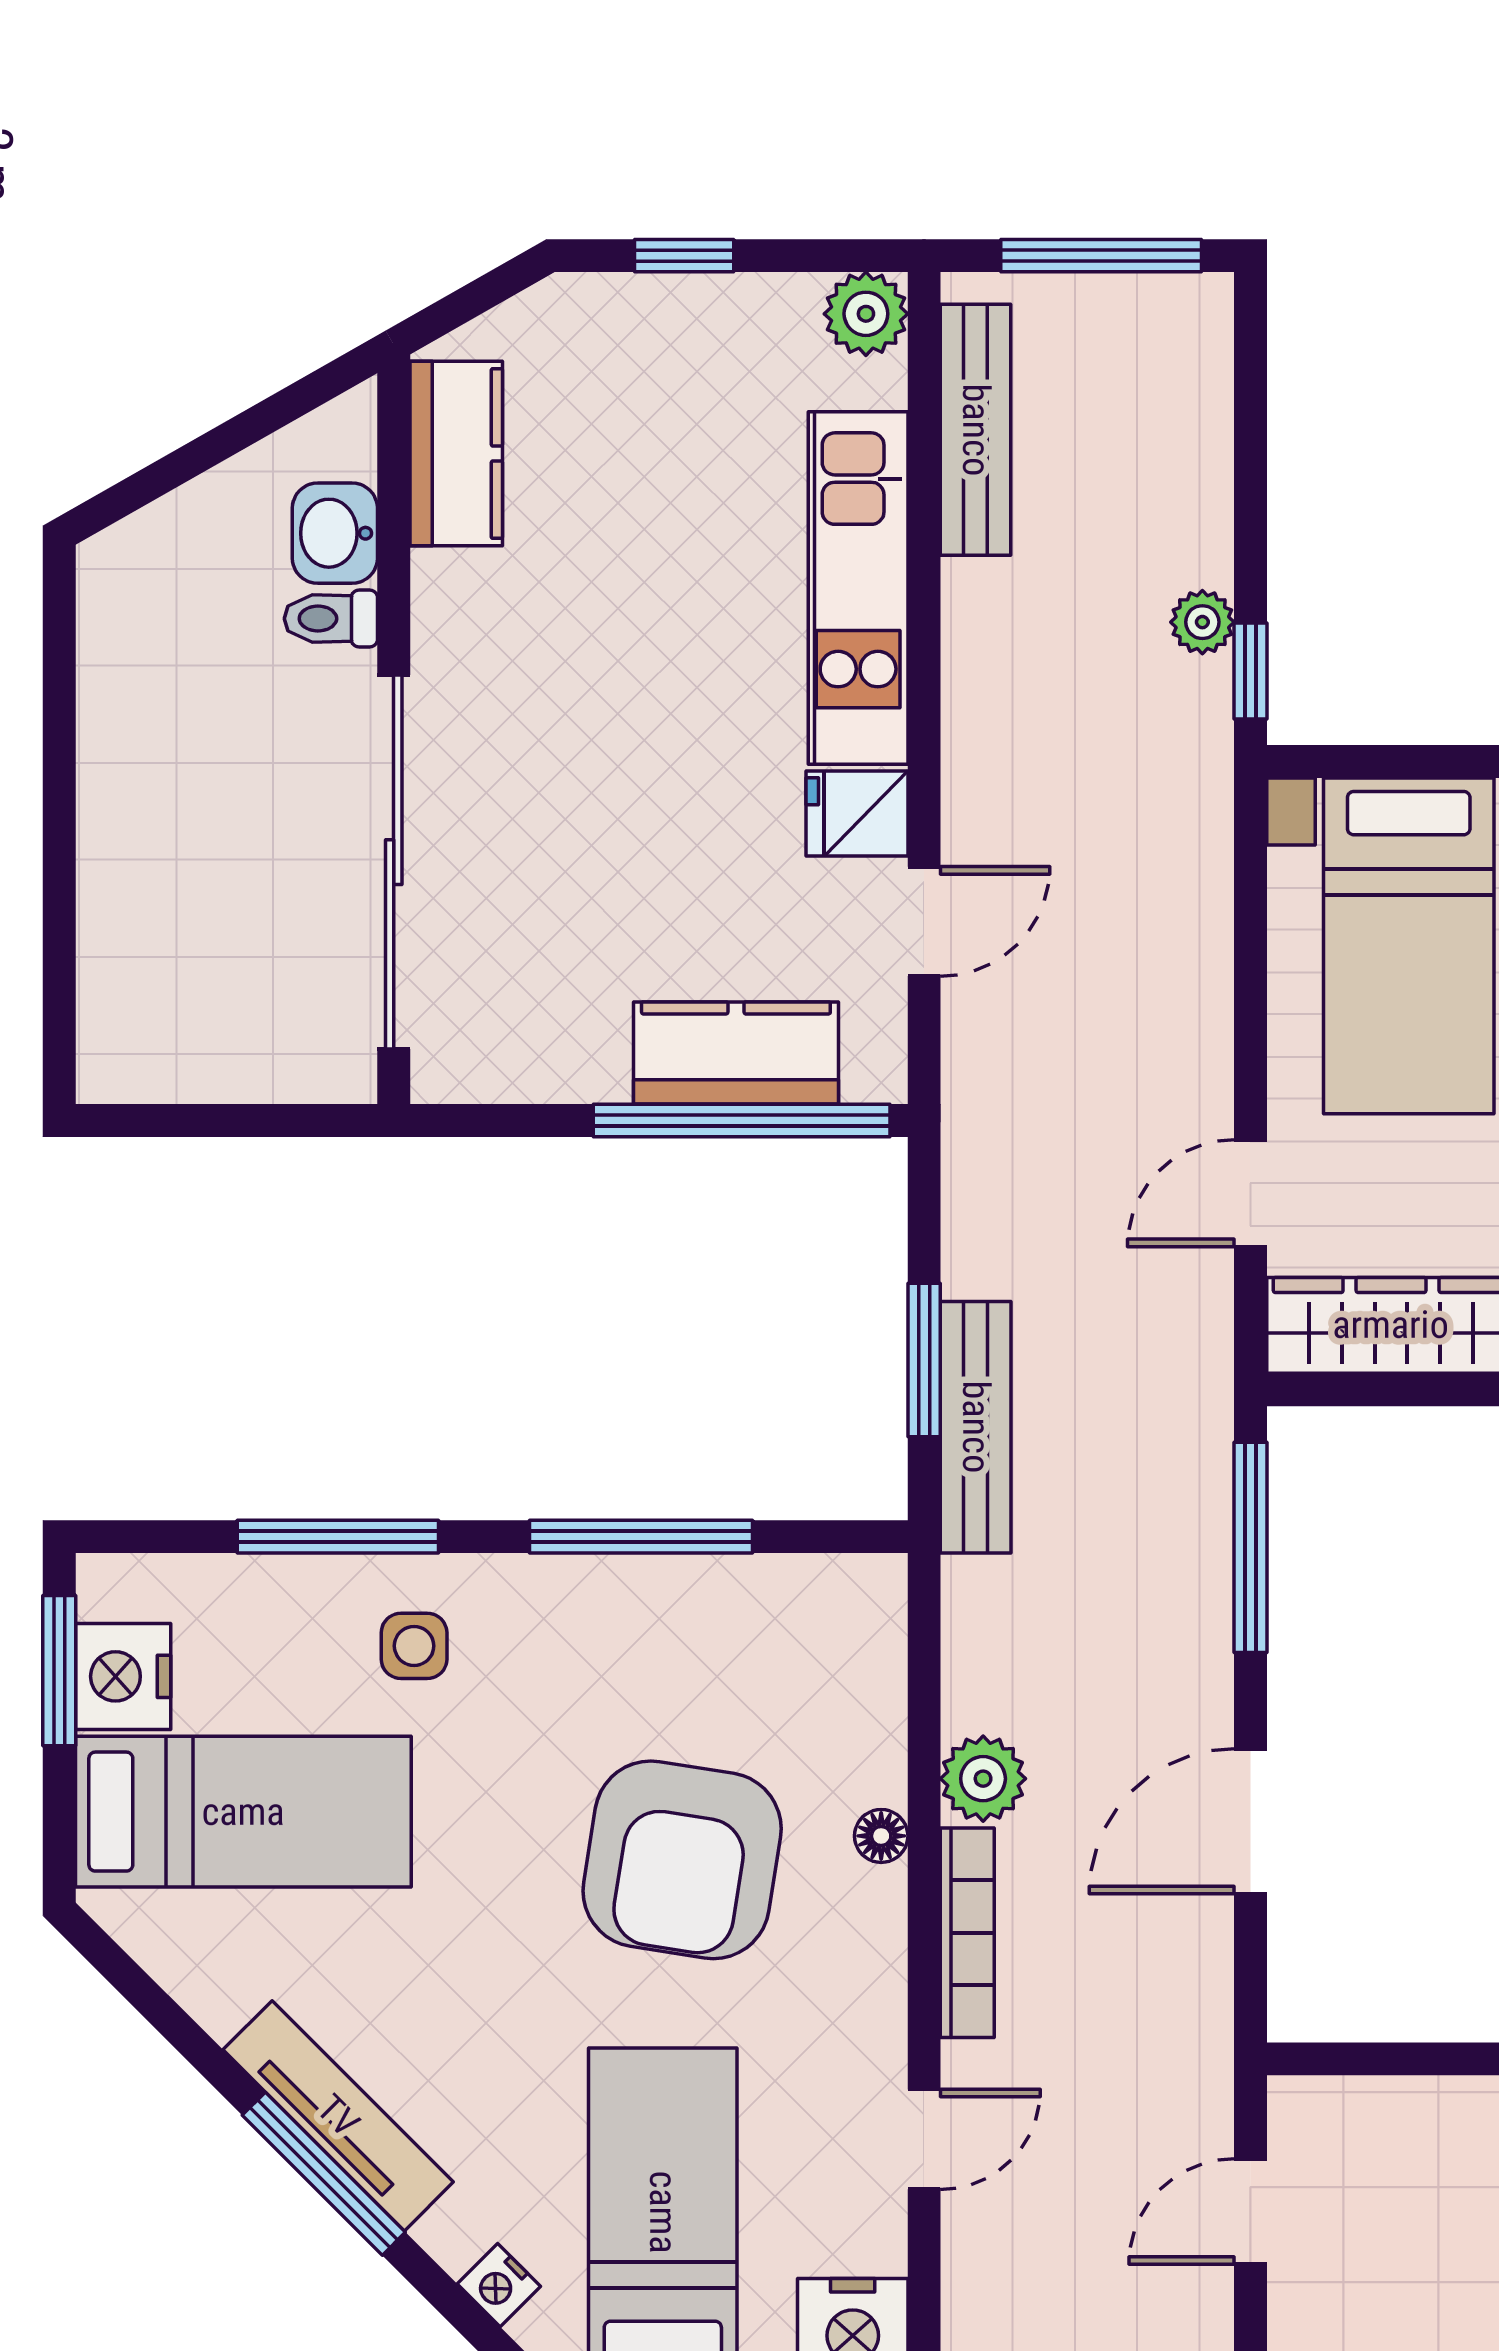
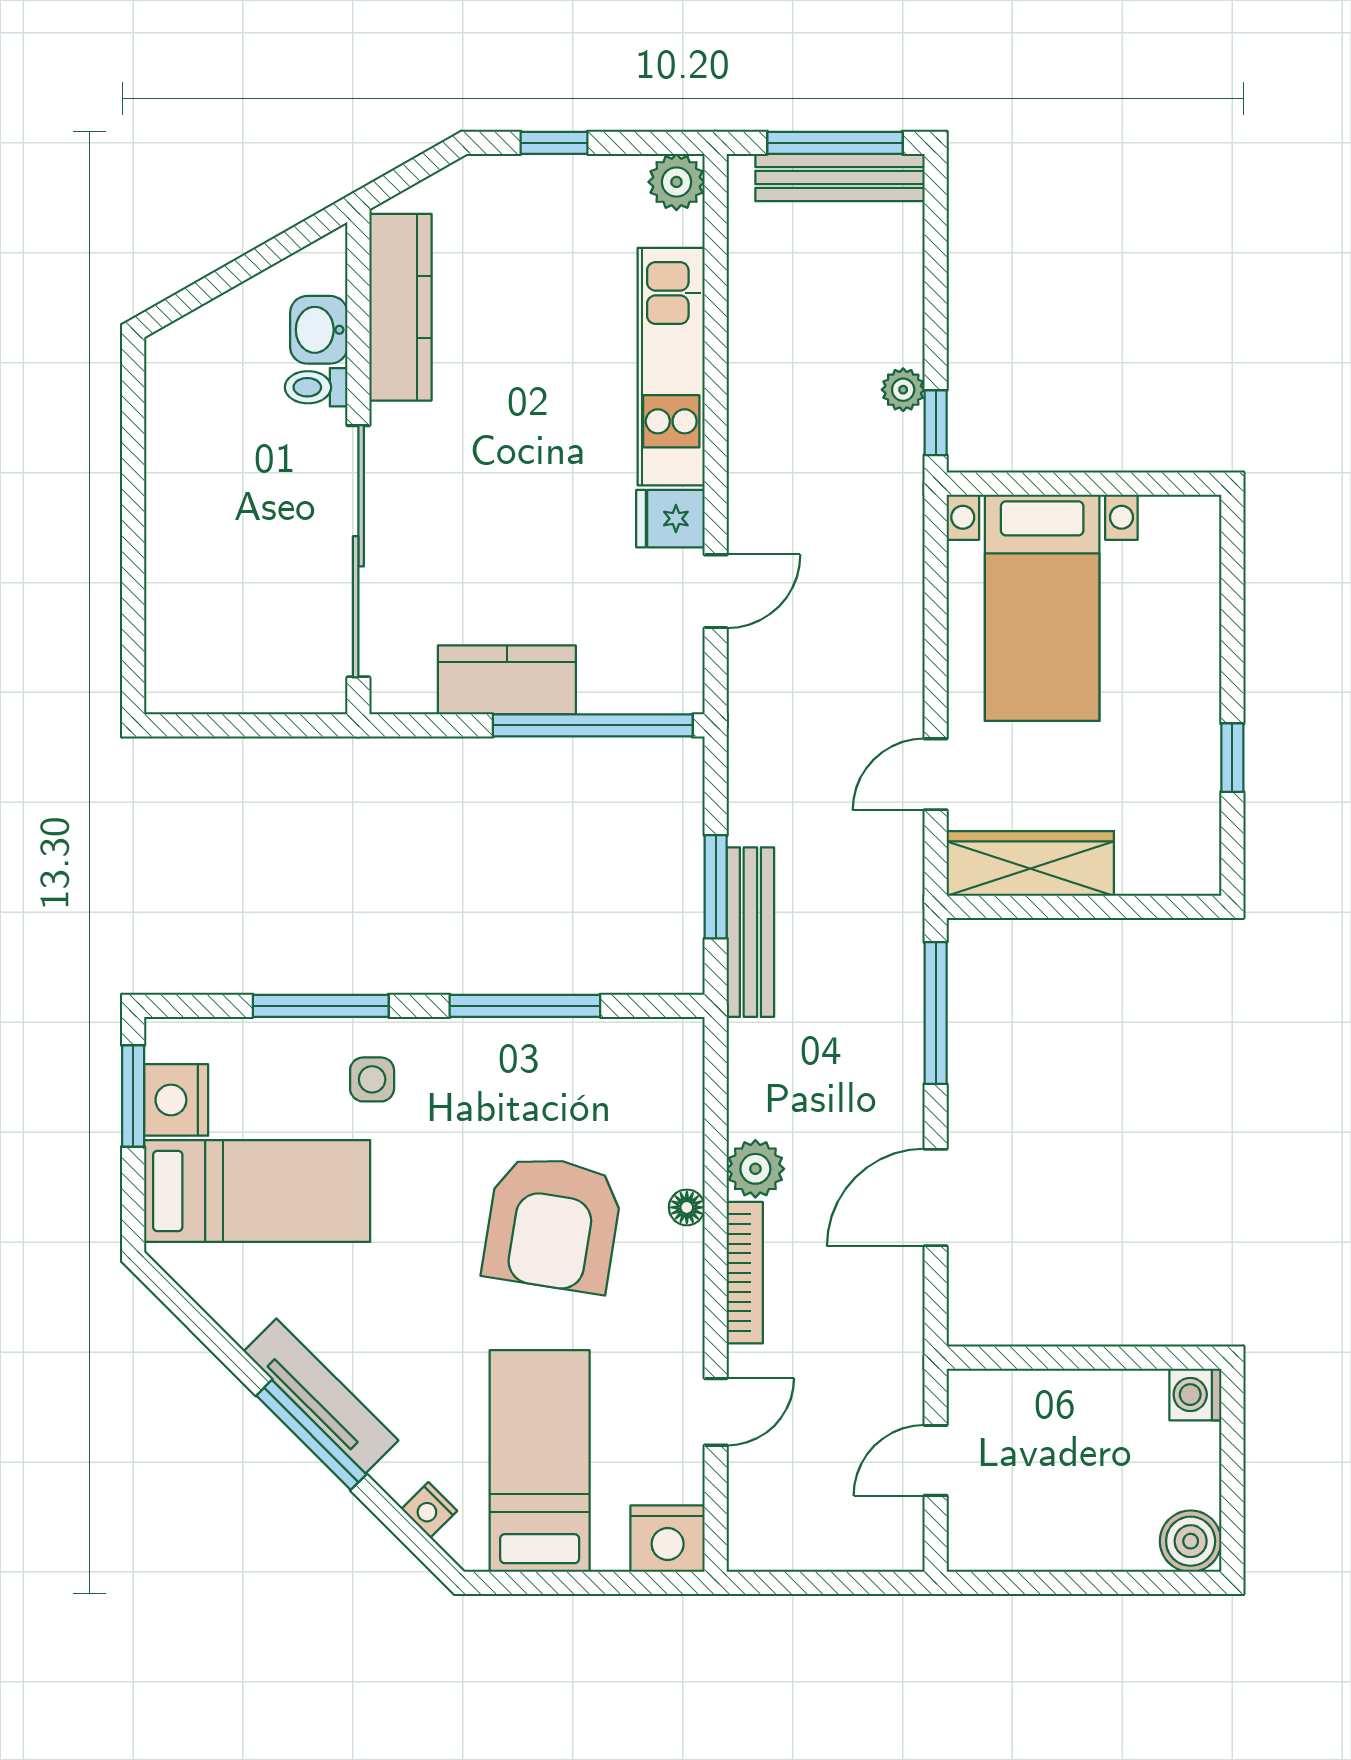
bench: (976, 430) -> (840, 177), moved, turned 90
kitchen counter: (456, 454) -> (400, 307), width x1.50
kitchen counter: (736, 1053) -> (507, 680), moved

